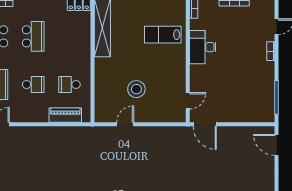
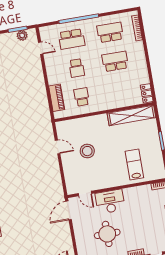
school desk: (33, 36) -> (115, 61), turned 180
desk: (203, 47) -> (110, 202), moved
round table: (241, 82) -> (107, 234), added

